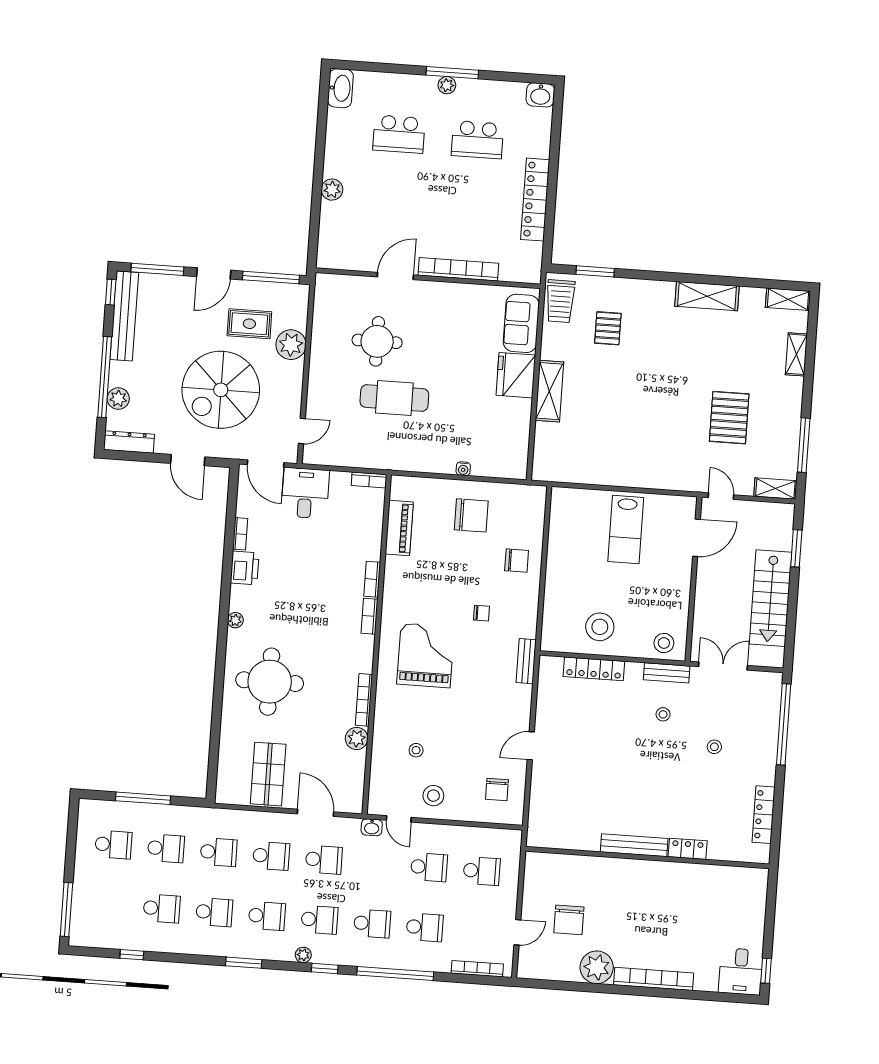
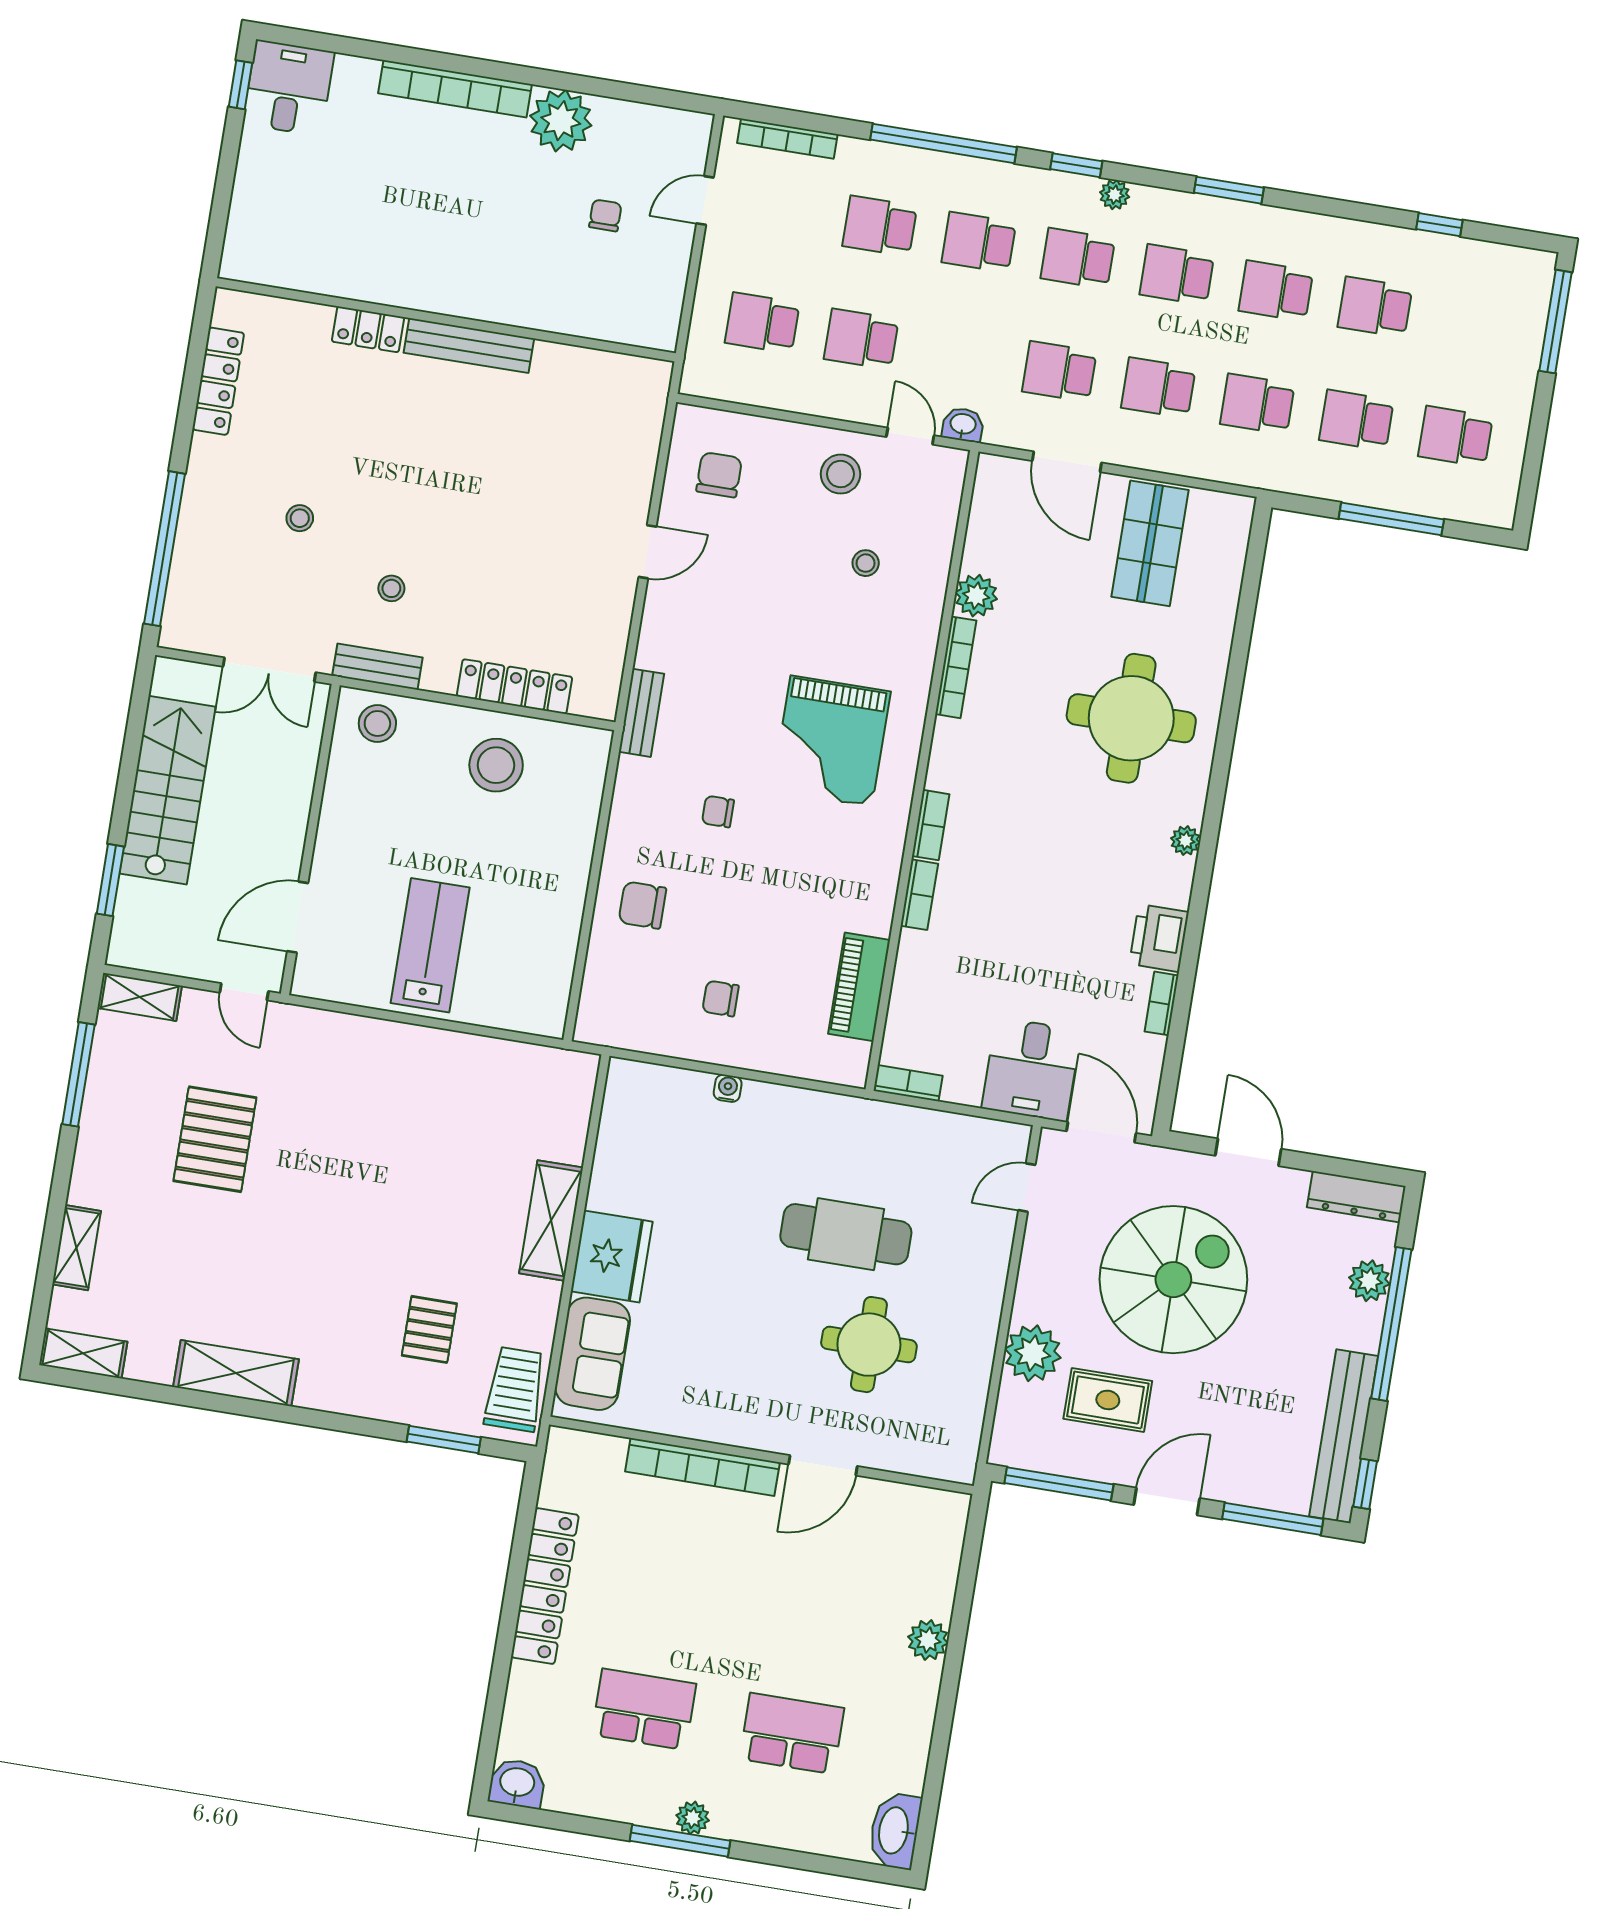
chair: (471, 515) -> (721, 998), width x0.54, depth x0.54
chair: (569, 920) -> (605, 215), width x0.54, depth x0.54

